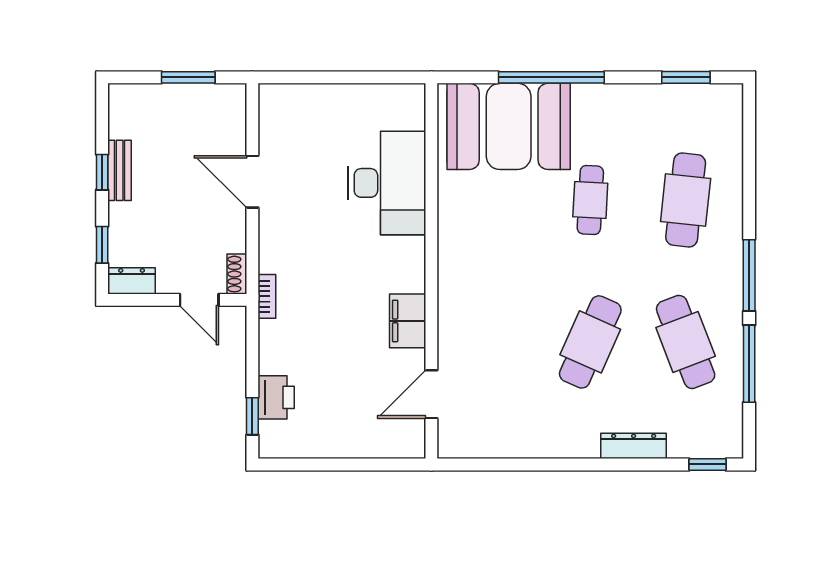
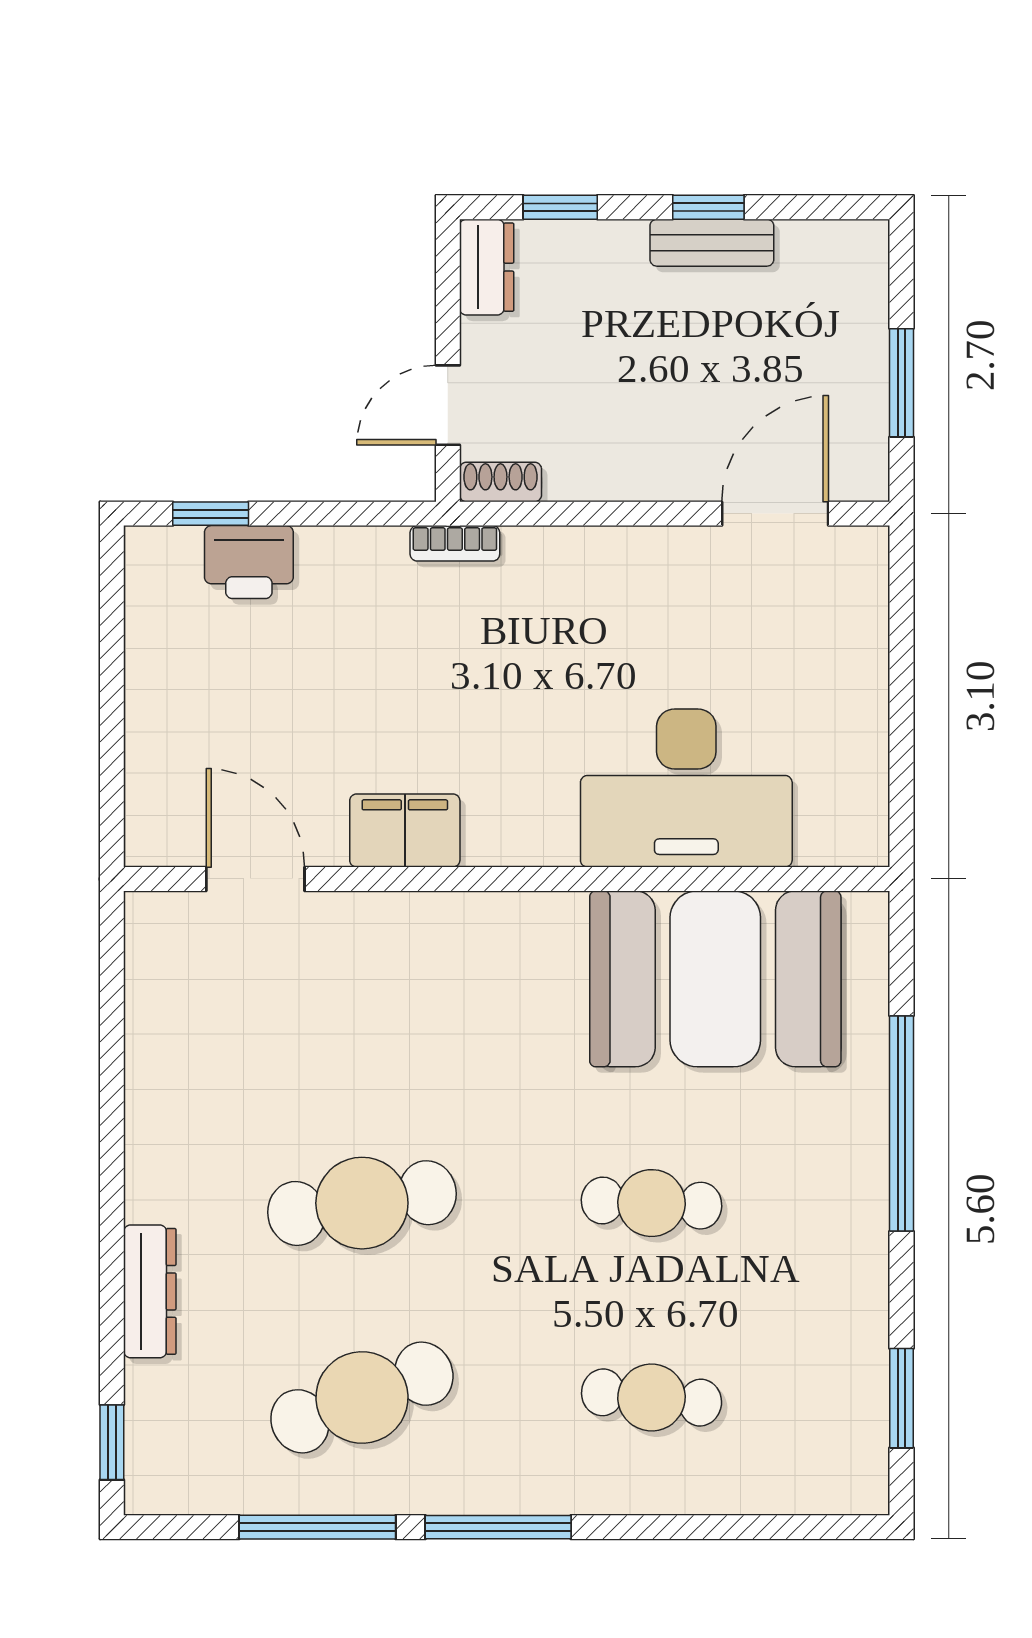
booth: (509, 126) -> (715, 979), moved, turned 90
door: (252, 182) -> (775, 514), moved
cafe table: (686, 200) -> (652, 1397), width x0.73, depth x0.74
cafe table: (590, 342) -> (362, 1203), turned -33

